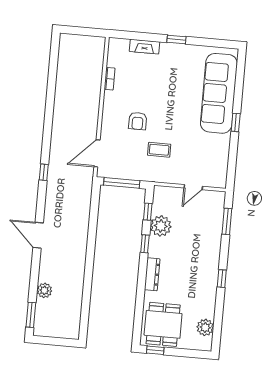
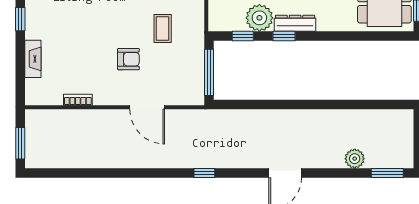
window: (80, 31) -> (20, 143), added
door: (97, 153) -> (147, 107), moved
dresser: (152, 274) -> (295, 23), moved

